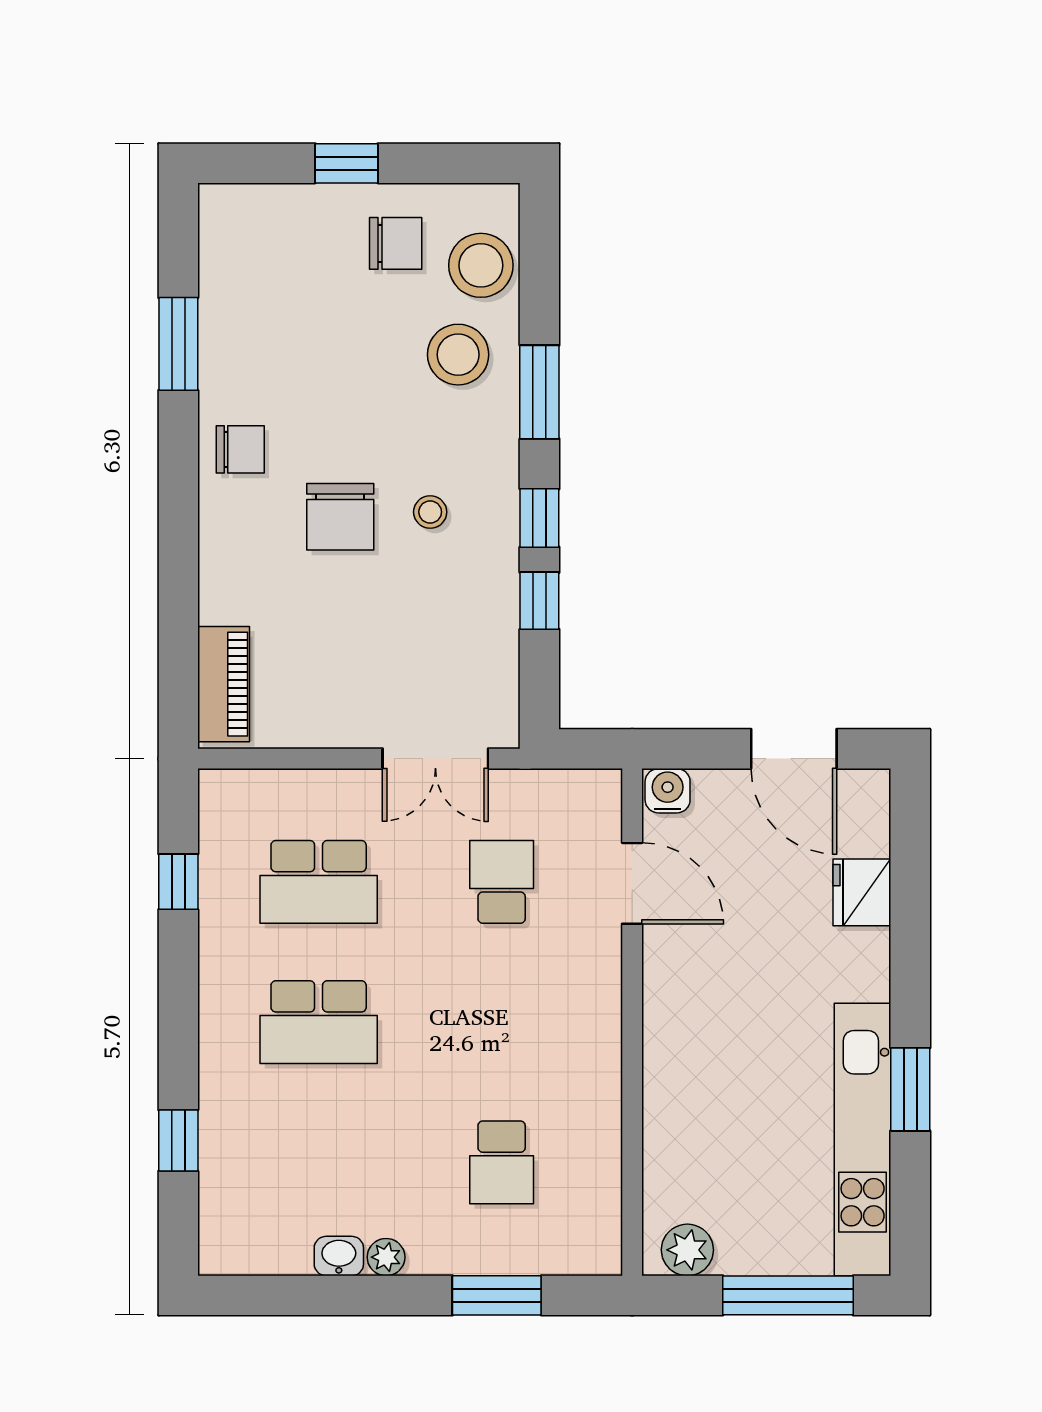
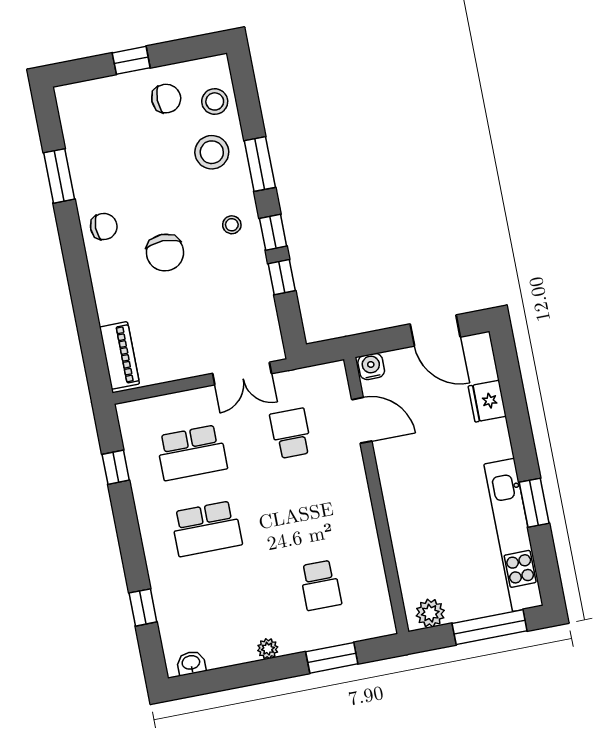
stool: (481, 265) -> (215, 101), width x0.73, depth x0.73
stool: (430, 512) -> (232, 225), moved
washbasin: (339, 1256) -> (191, 663), moved

